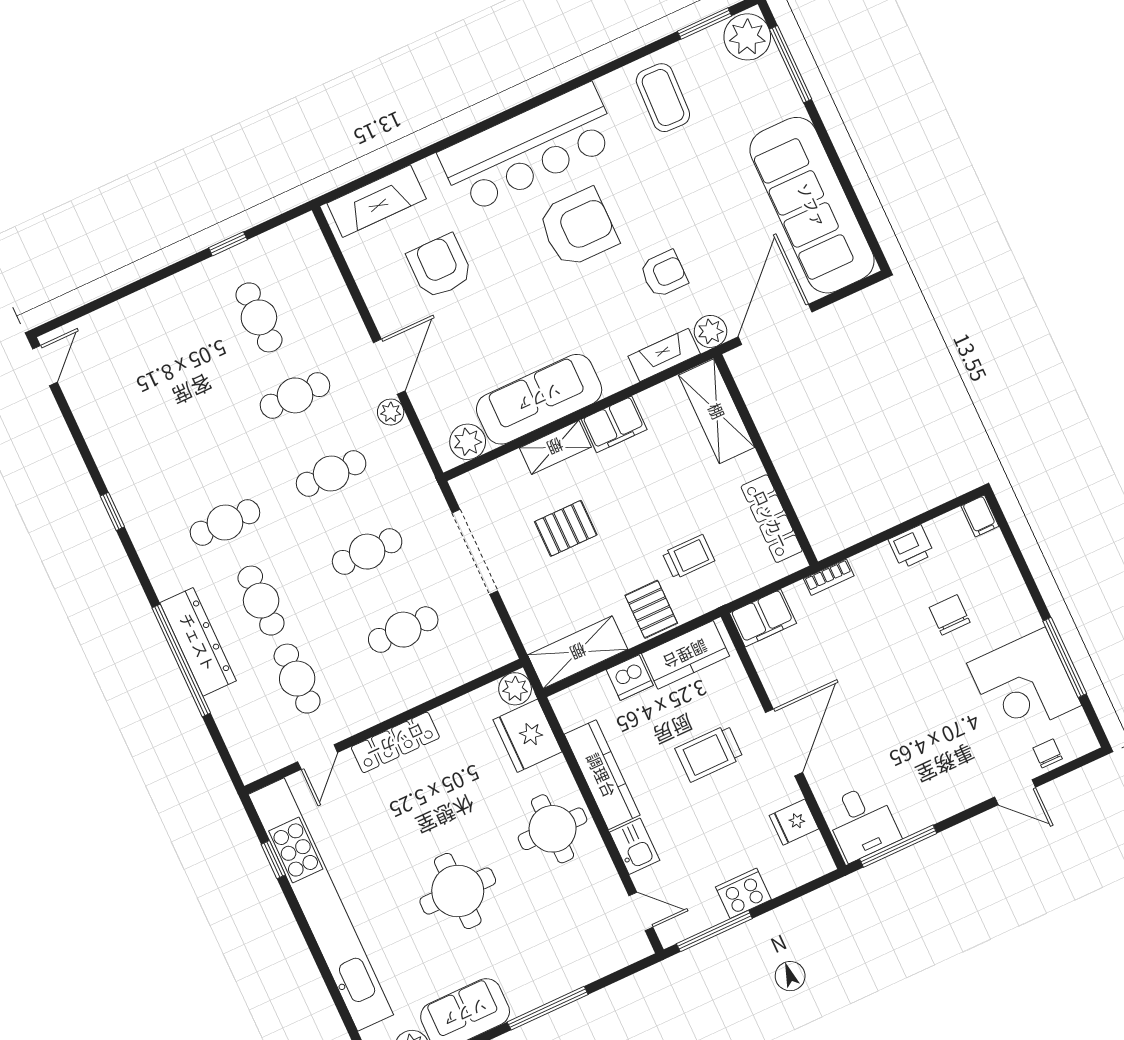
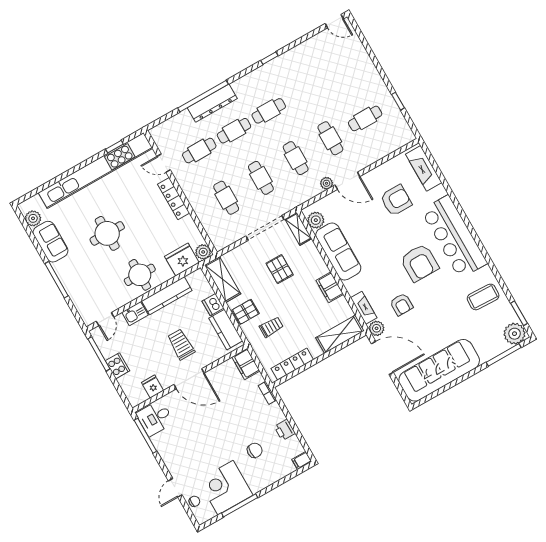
shelving: (555, 447) -> (298, 229), moved
cafe table: (225, 523) -> (269, 111), turned 90
trolley: (688, 557) -> (271, 327), turned -90

